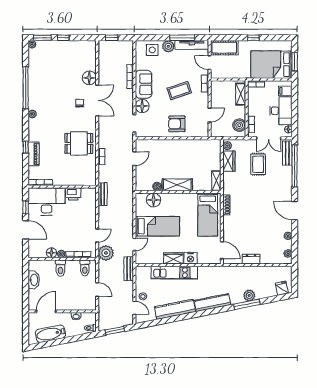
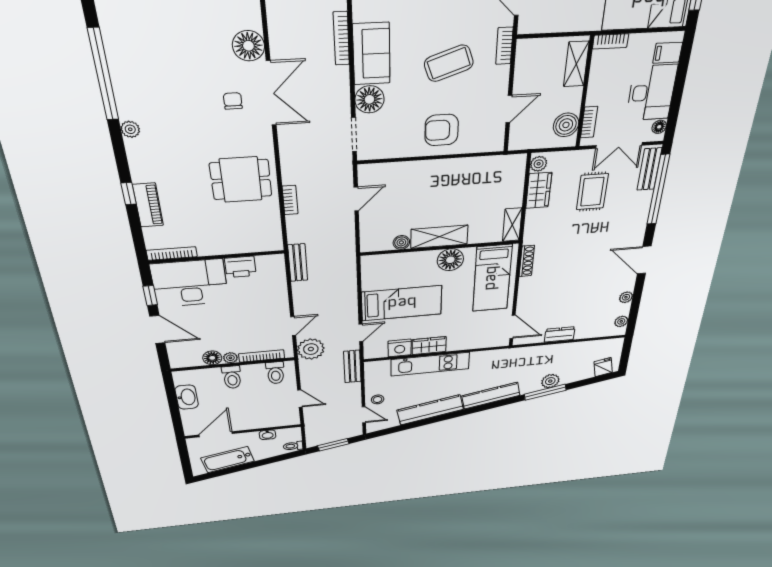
floor lamp: (153, 200) -> (450, 260), moved
nightstand: (190, 258) -> (400, 348), moved

